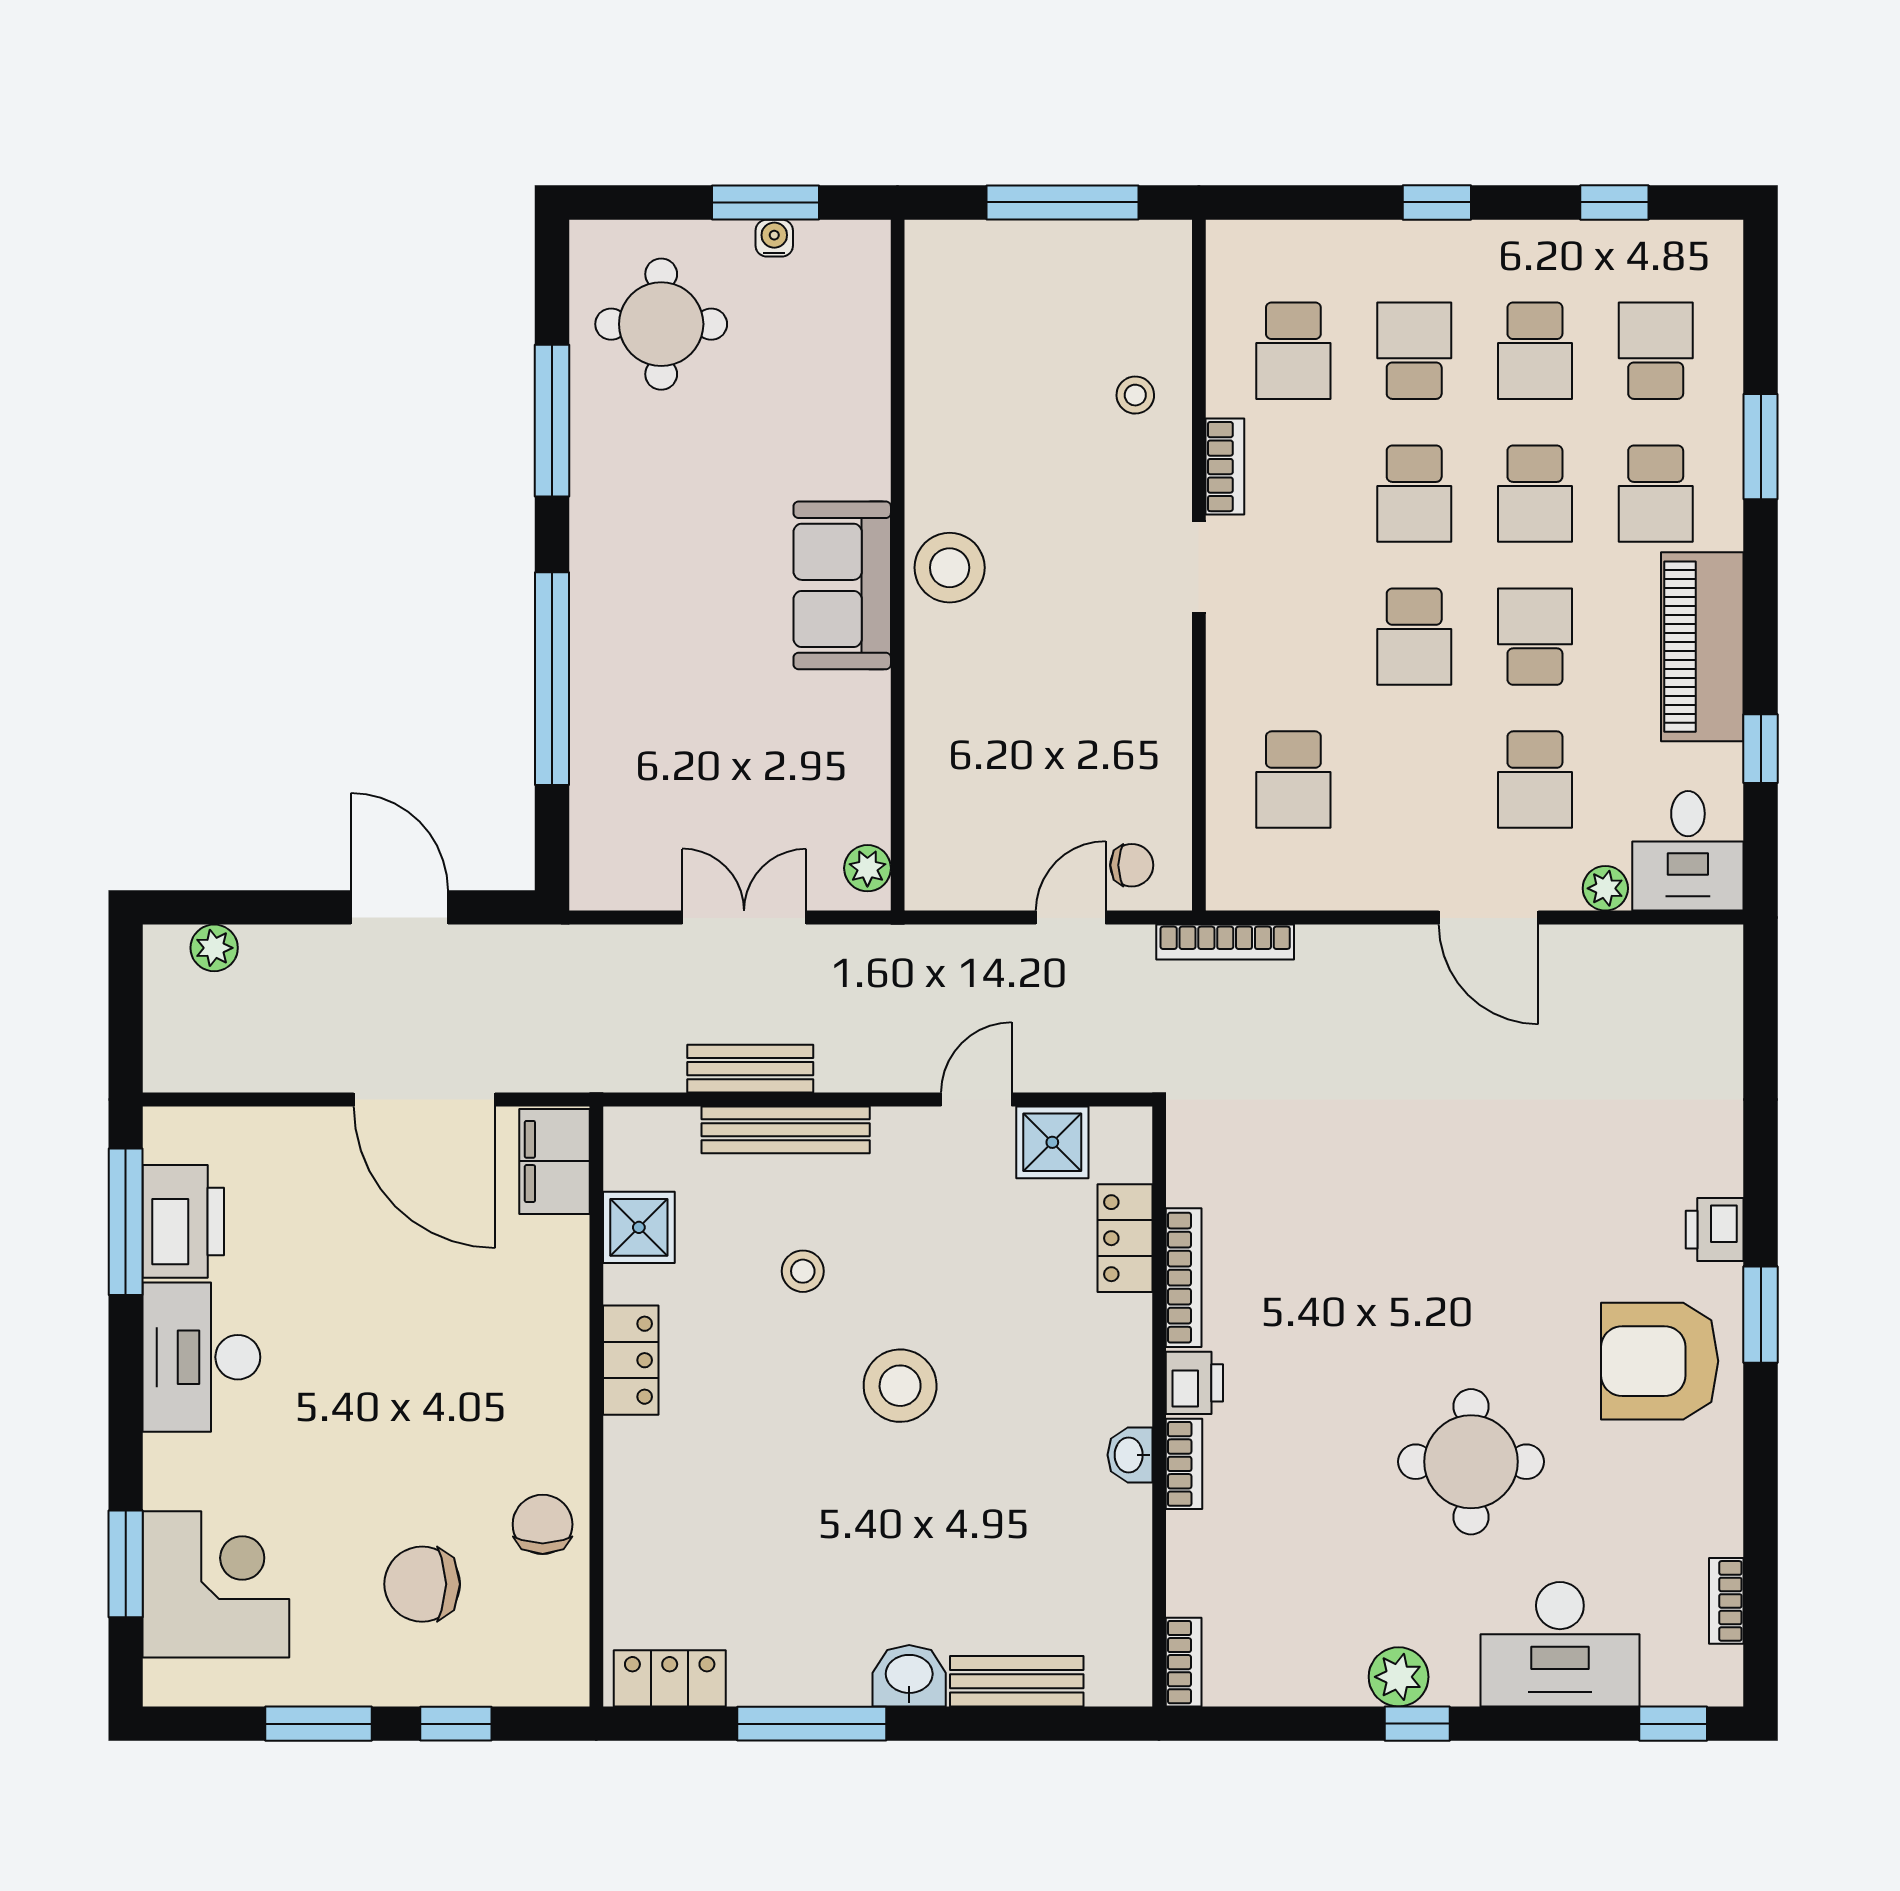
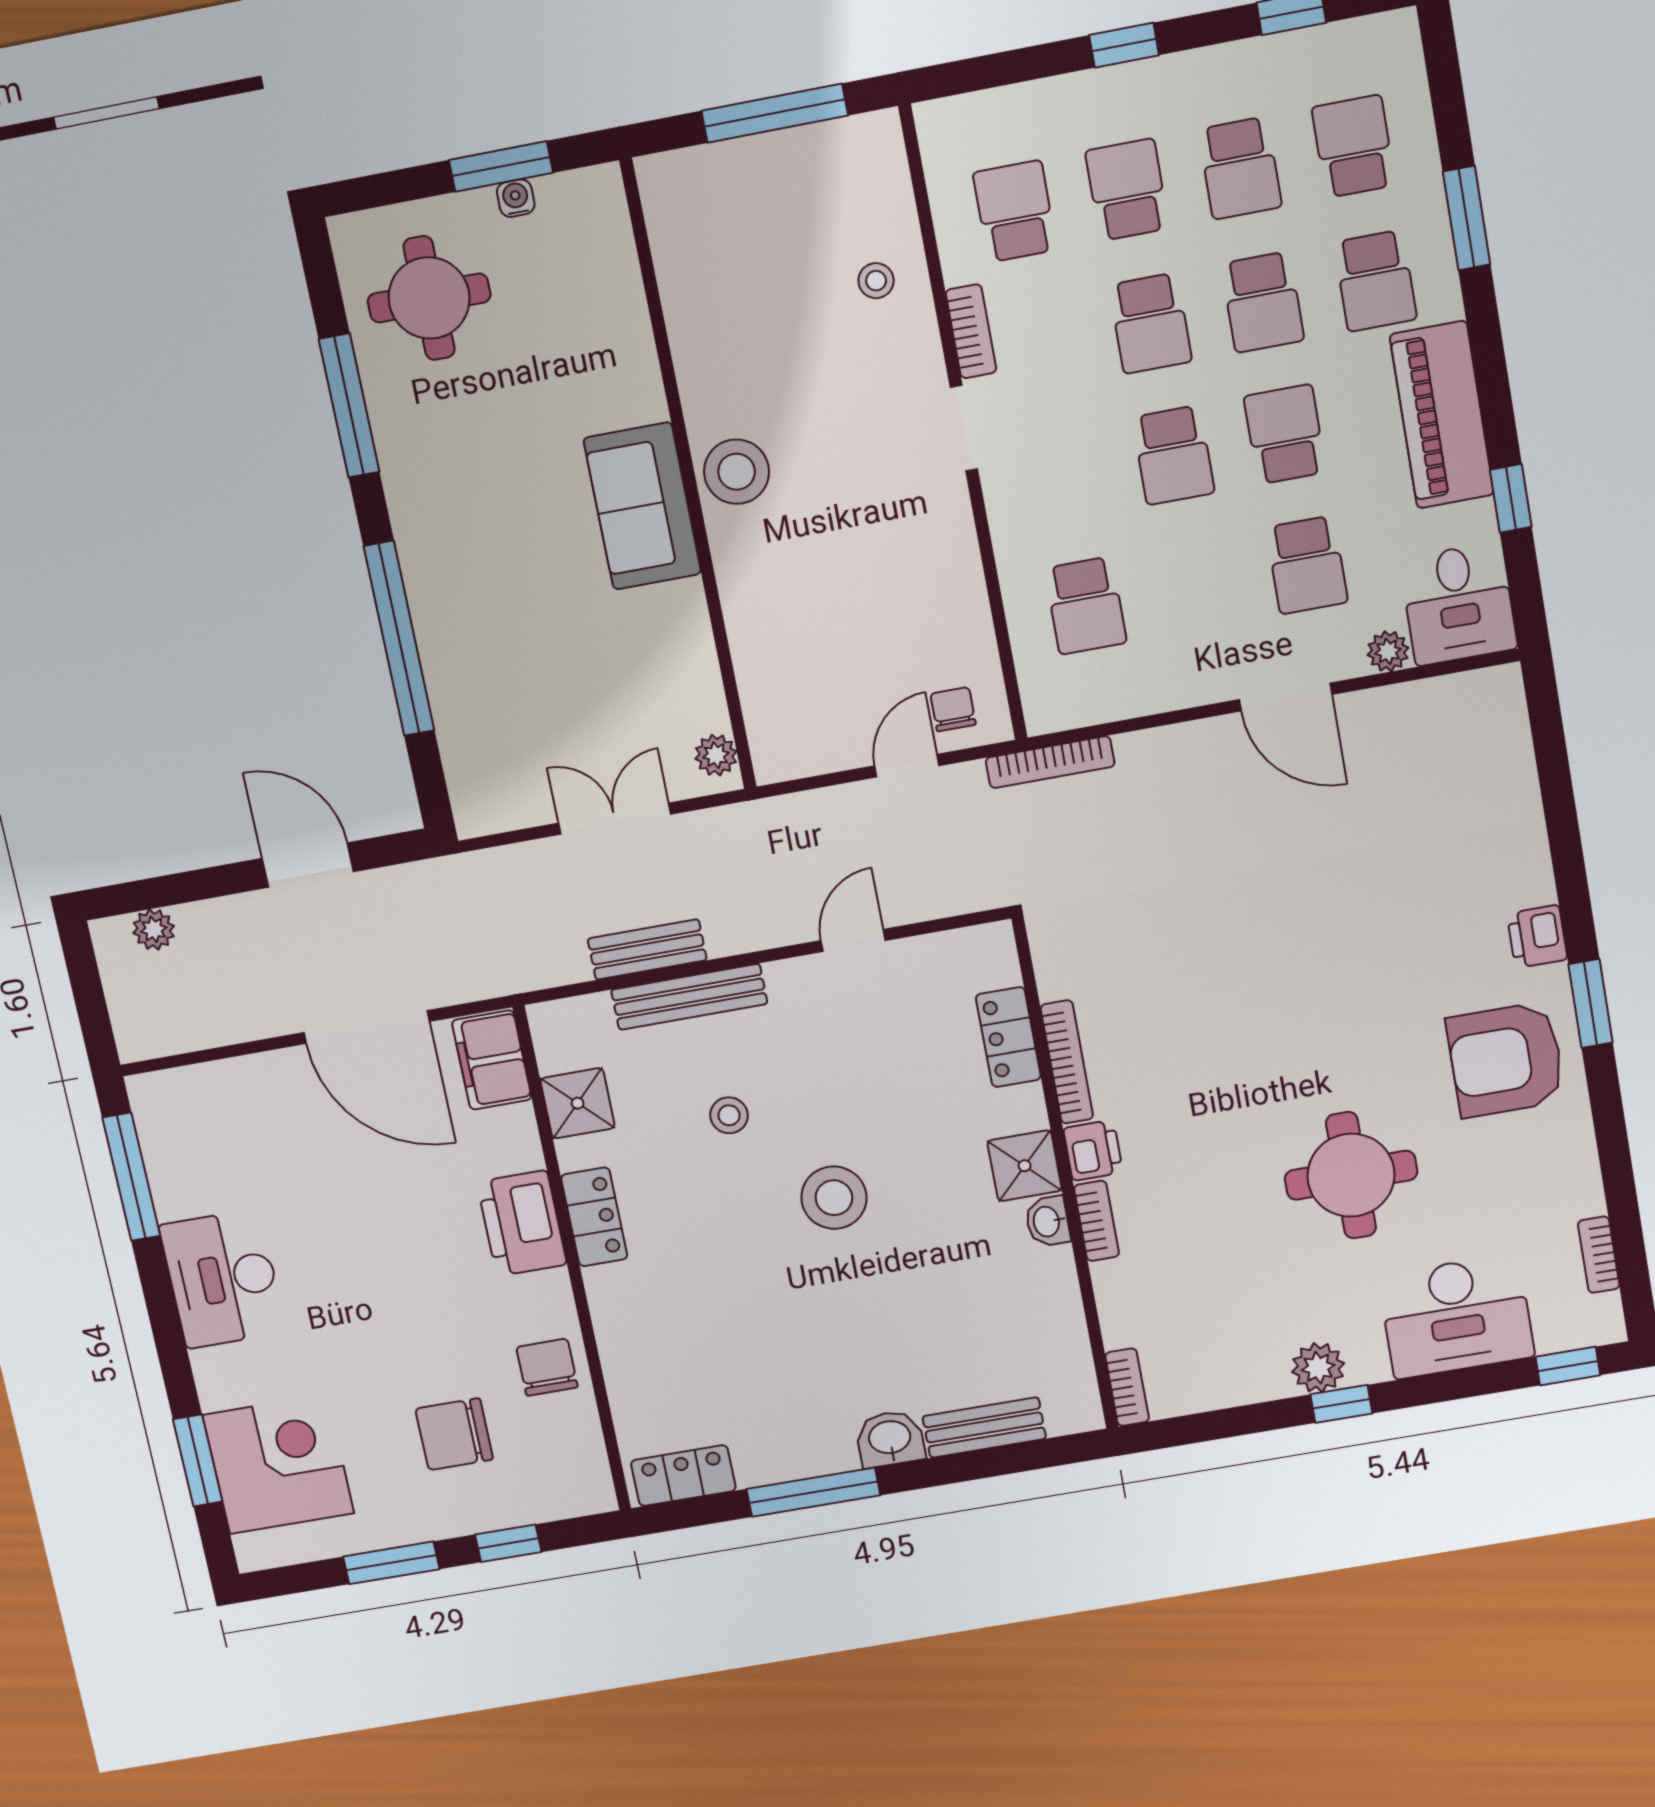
school desk: (1293, 351) -> (1015, 211), turned 180
chair: (1132, 865) -> (953, 709), turned -90
shower: (1052, 1142) -> (1025, 1166), moved
printer: (183, 1221) -> (522, 1223), moved, turned 180

